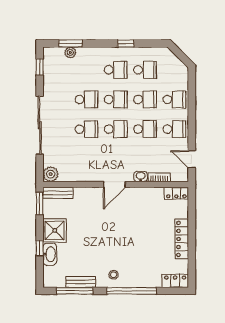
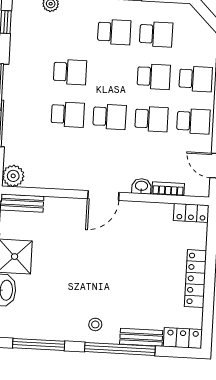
school desk: (116, 99) -> (112, 74), removed
bench: (81, 282) -> (141, 337), moved

